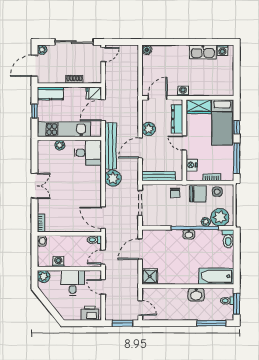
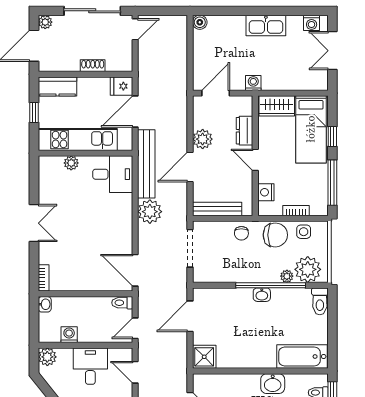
kitchen sink: (203, 52) -> (266, 26), moved
double door: (237, 69) -> (332, 51), added
dresser: (177, 119) -> (244, 131), width x0.70

